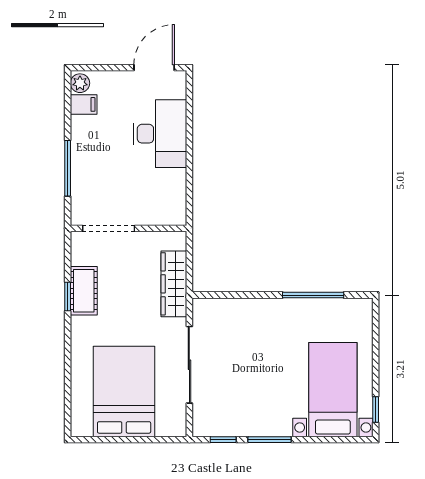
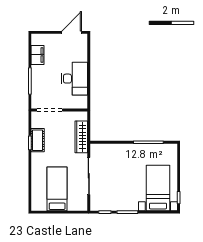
plant: (80, 83) -> (36, 40), removed
filing cabinet: (84, 104) -> (38, 55), width x2.00
desk: (160, 134) -> (74, 79), moved
bed: (124, 392) -> (57, 189), width x0.67

